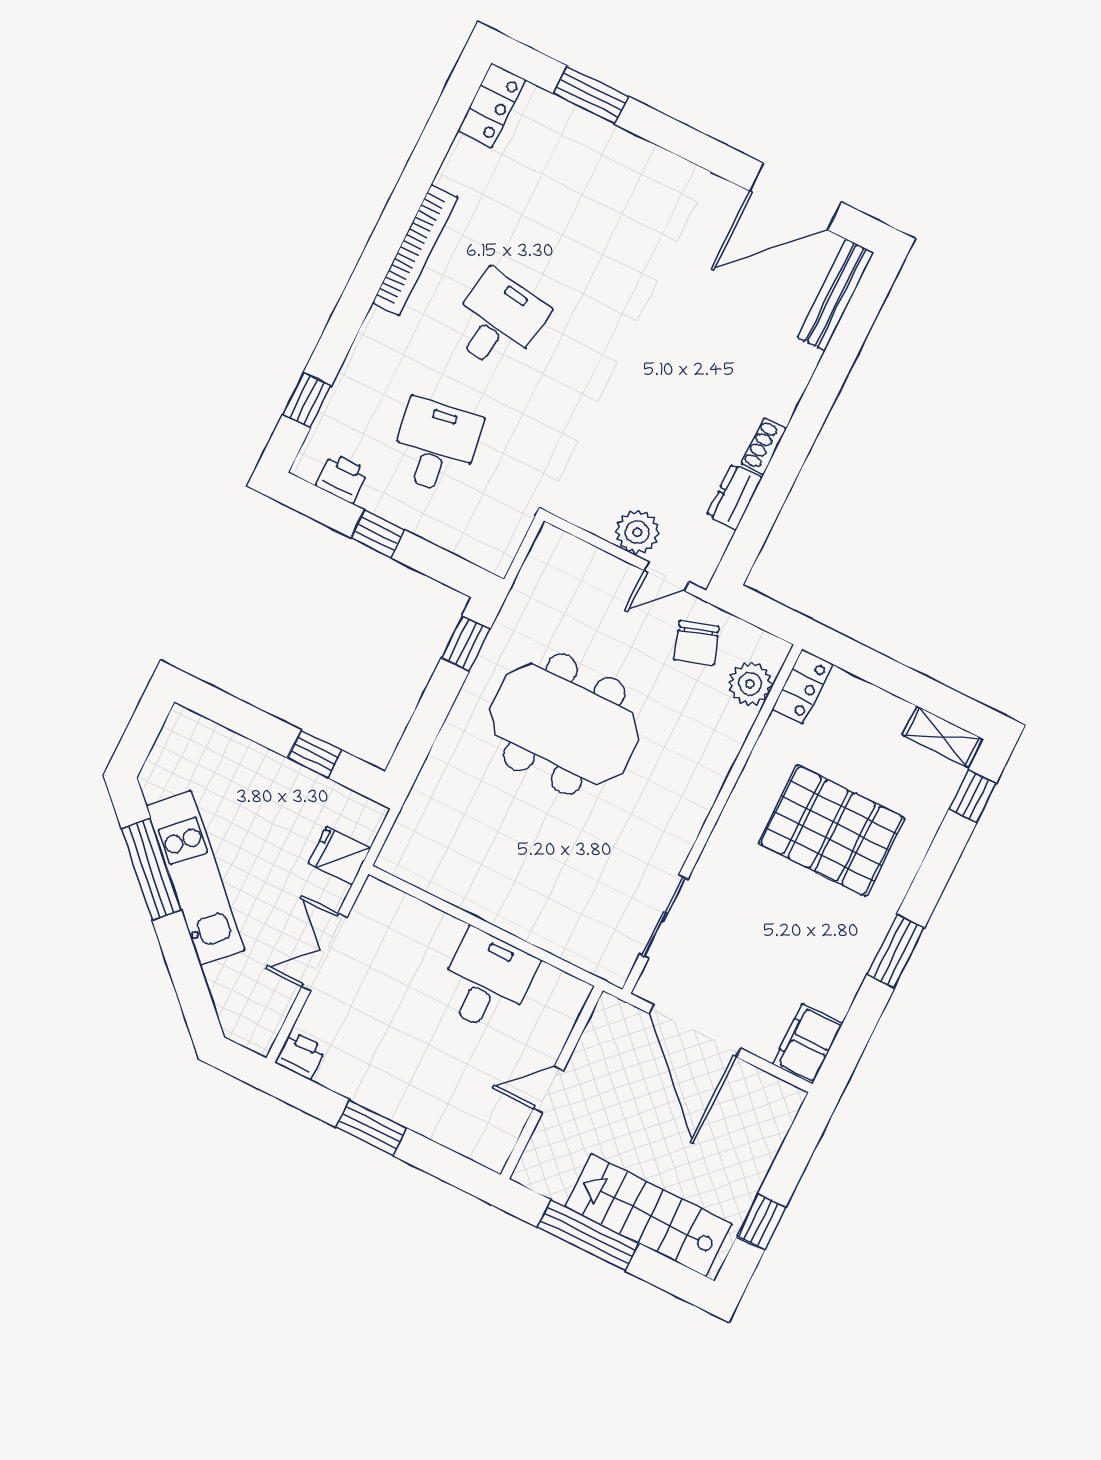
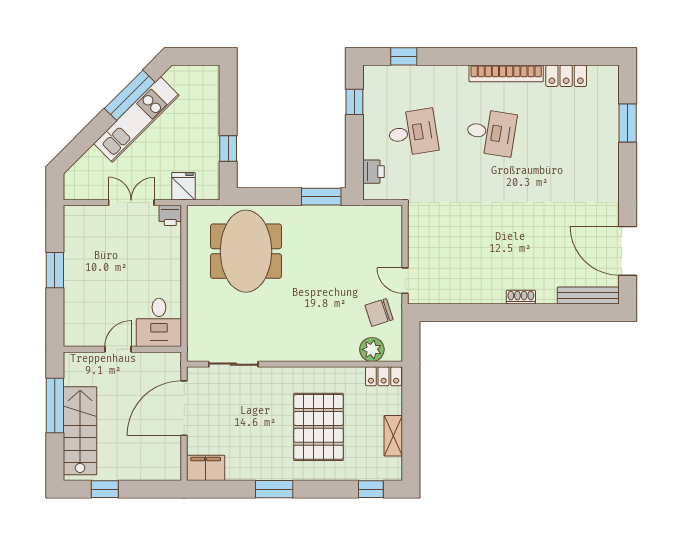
locker: (492, 105) -> (566, 76), moved
shoe rack: (764, 446) -> (521, 297), moved
printer: (342, 478) -> (374, 172), moved
dresser: (734, 497) -> (462, 295), removed
plant: (637, 532) -> (420, 255), removed
window: (378, 534) -> (354, 102), moved
window: (466, 643) -> (321, 197), width x1.50
meeting table: (564, 724) -> (246, 251), moved
shelving: (942, 737) -> (393, 436), moved
desk: (487, 981) -> (159, 322), moved, turned 90
printer: (301, 1055) -> (170, 215), moved, turned 90
door: (548, 1090) -> (118, 349), hinge flipped

